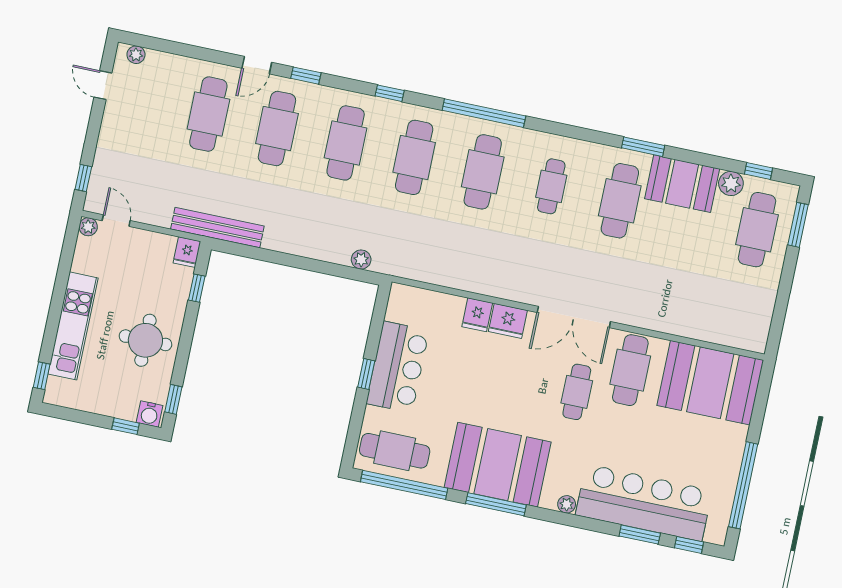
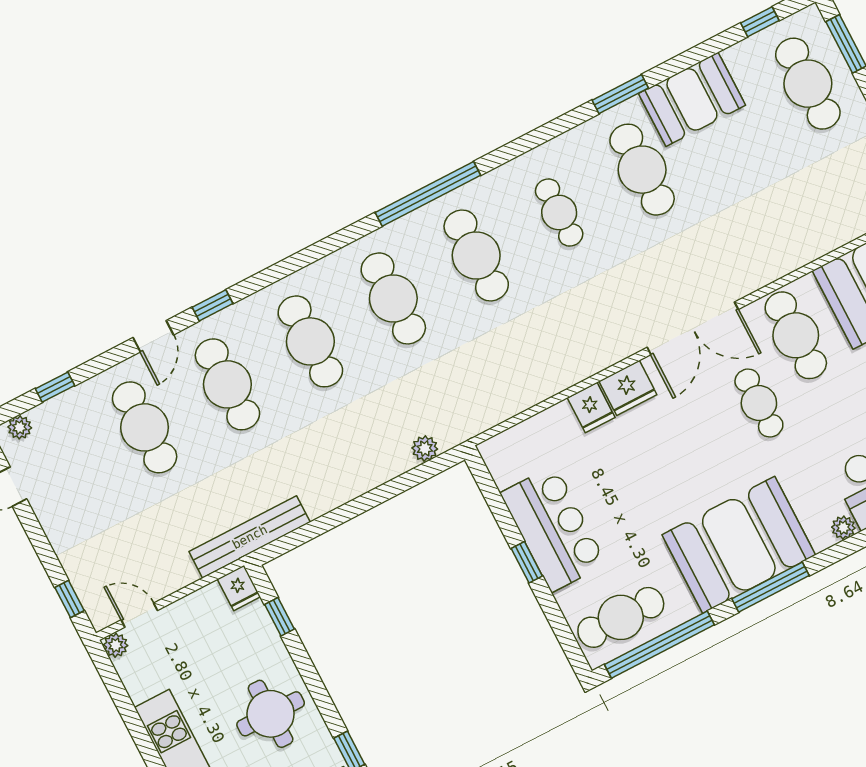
window: (390, 93) -> (55, 387), moved
plant: (731, 183) -> (742, 58), removed

